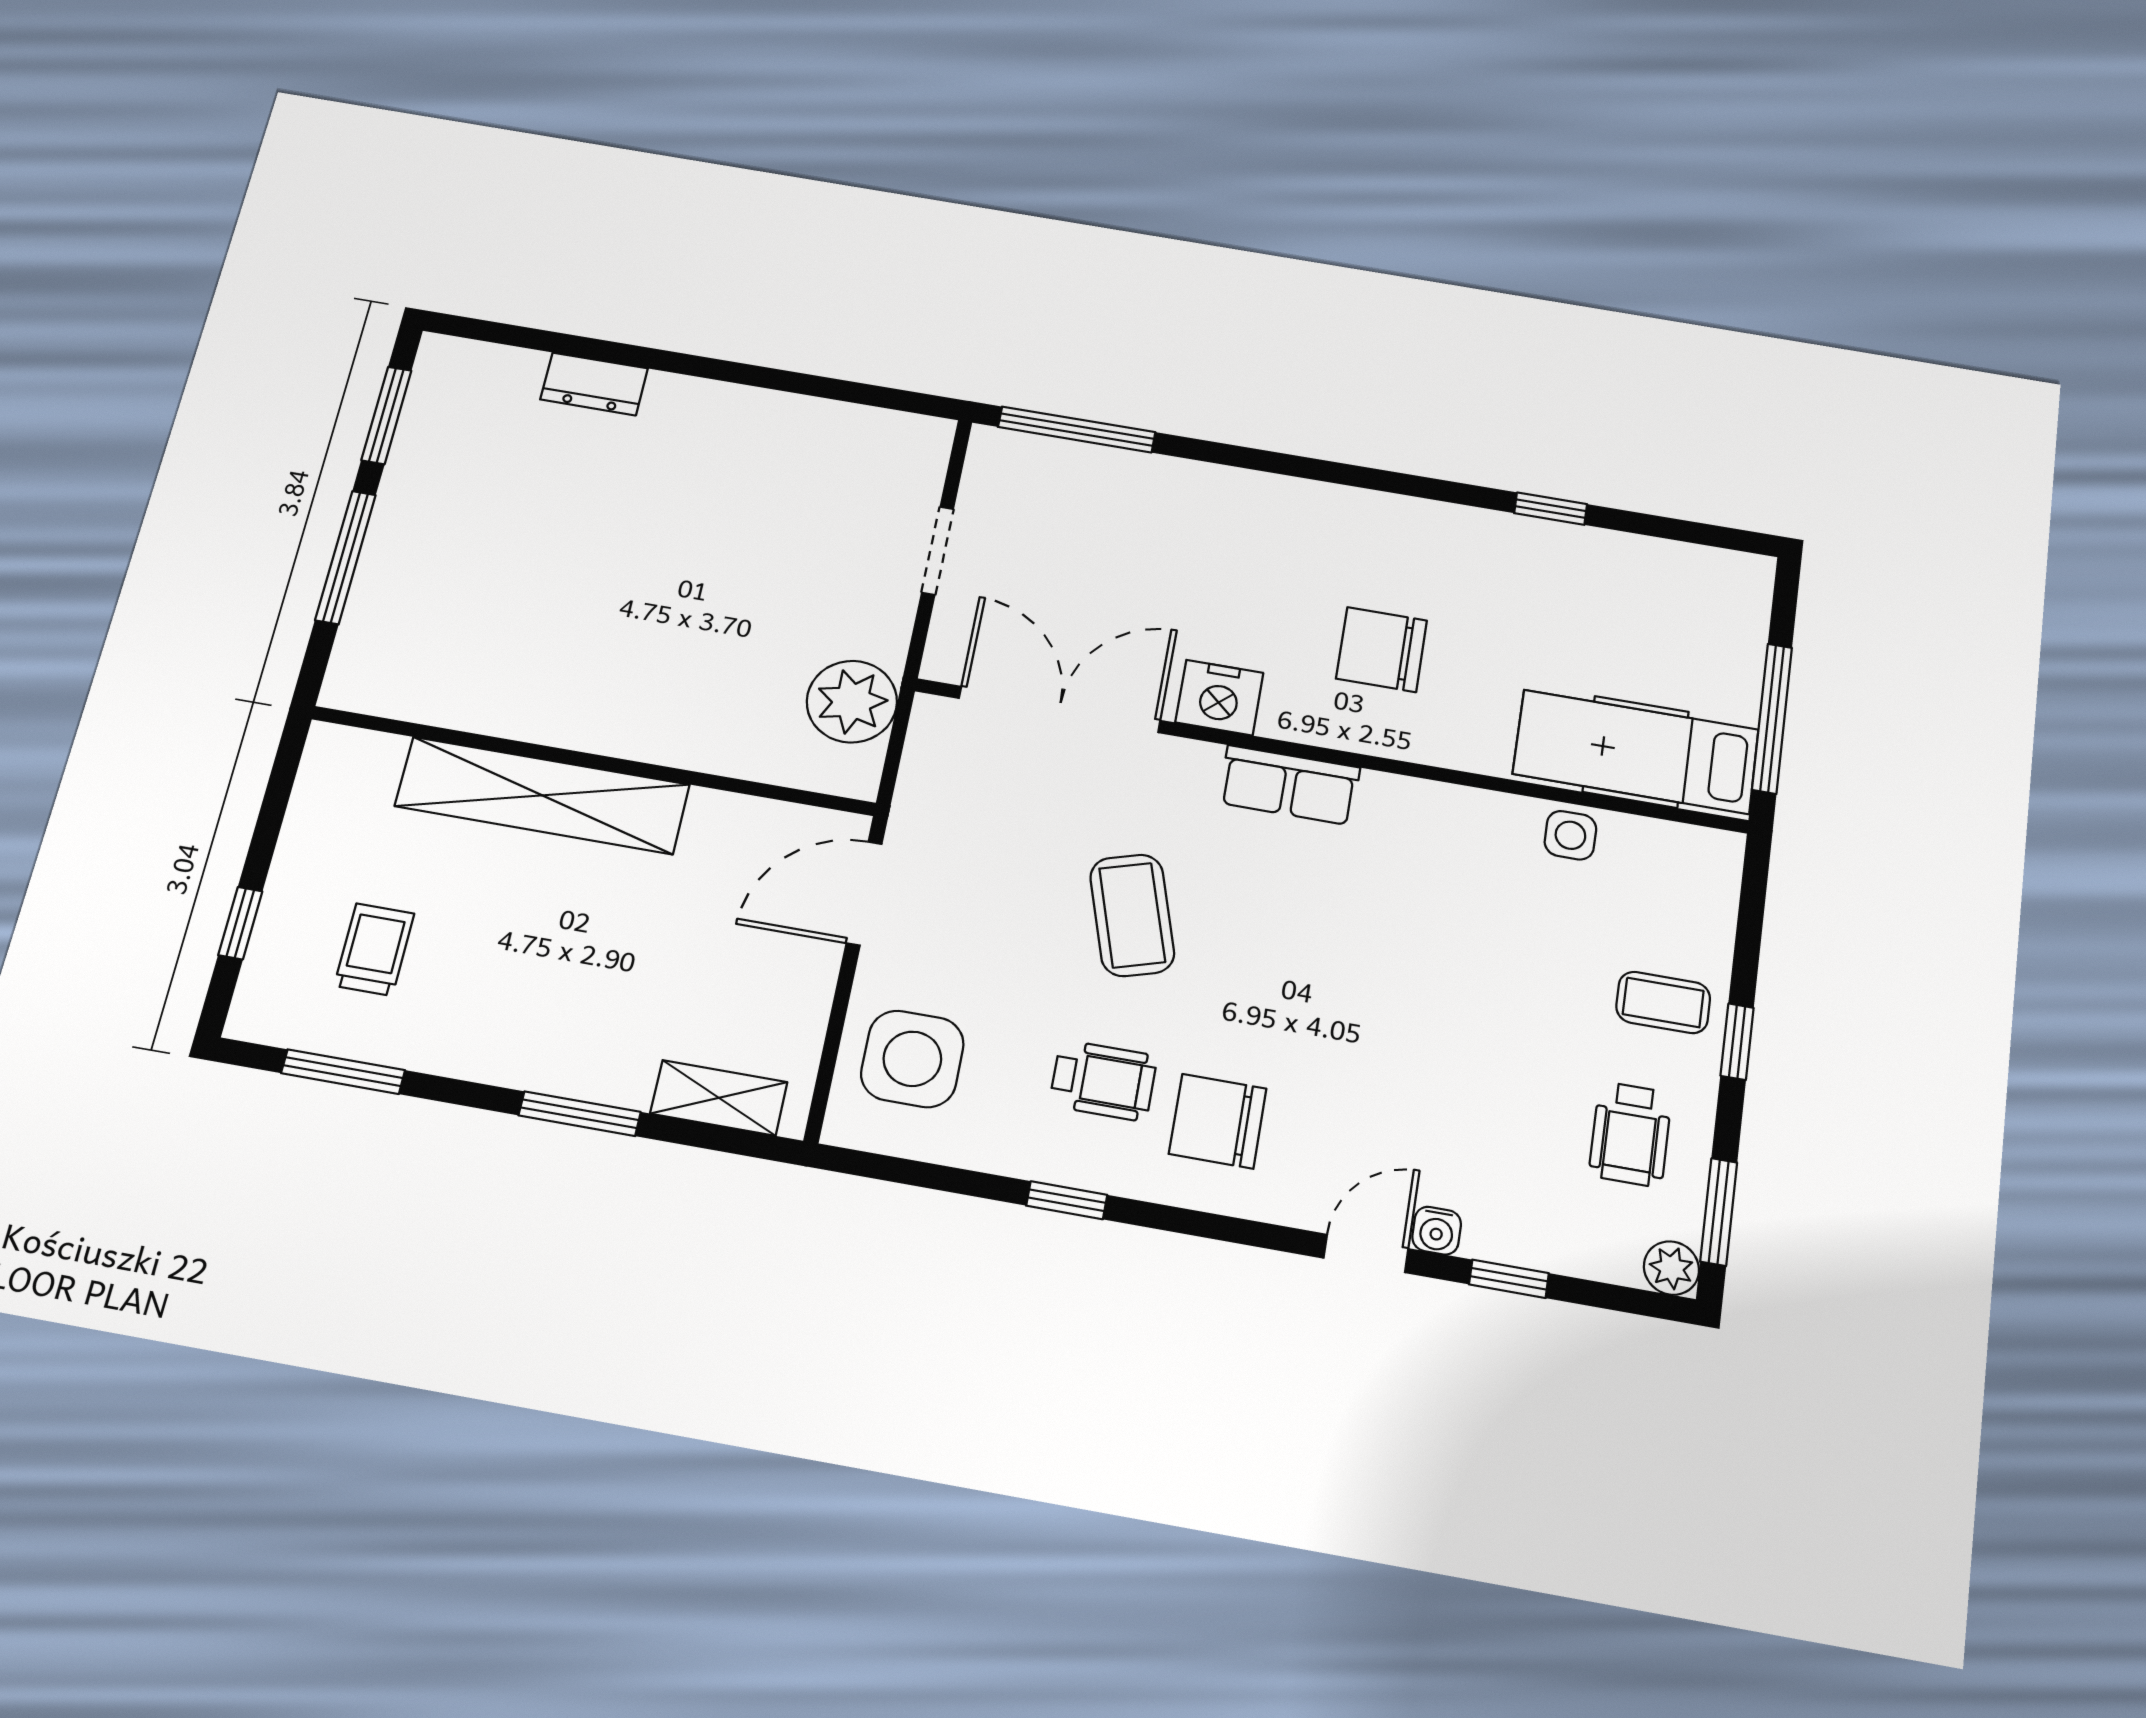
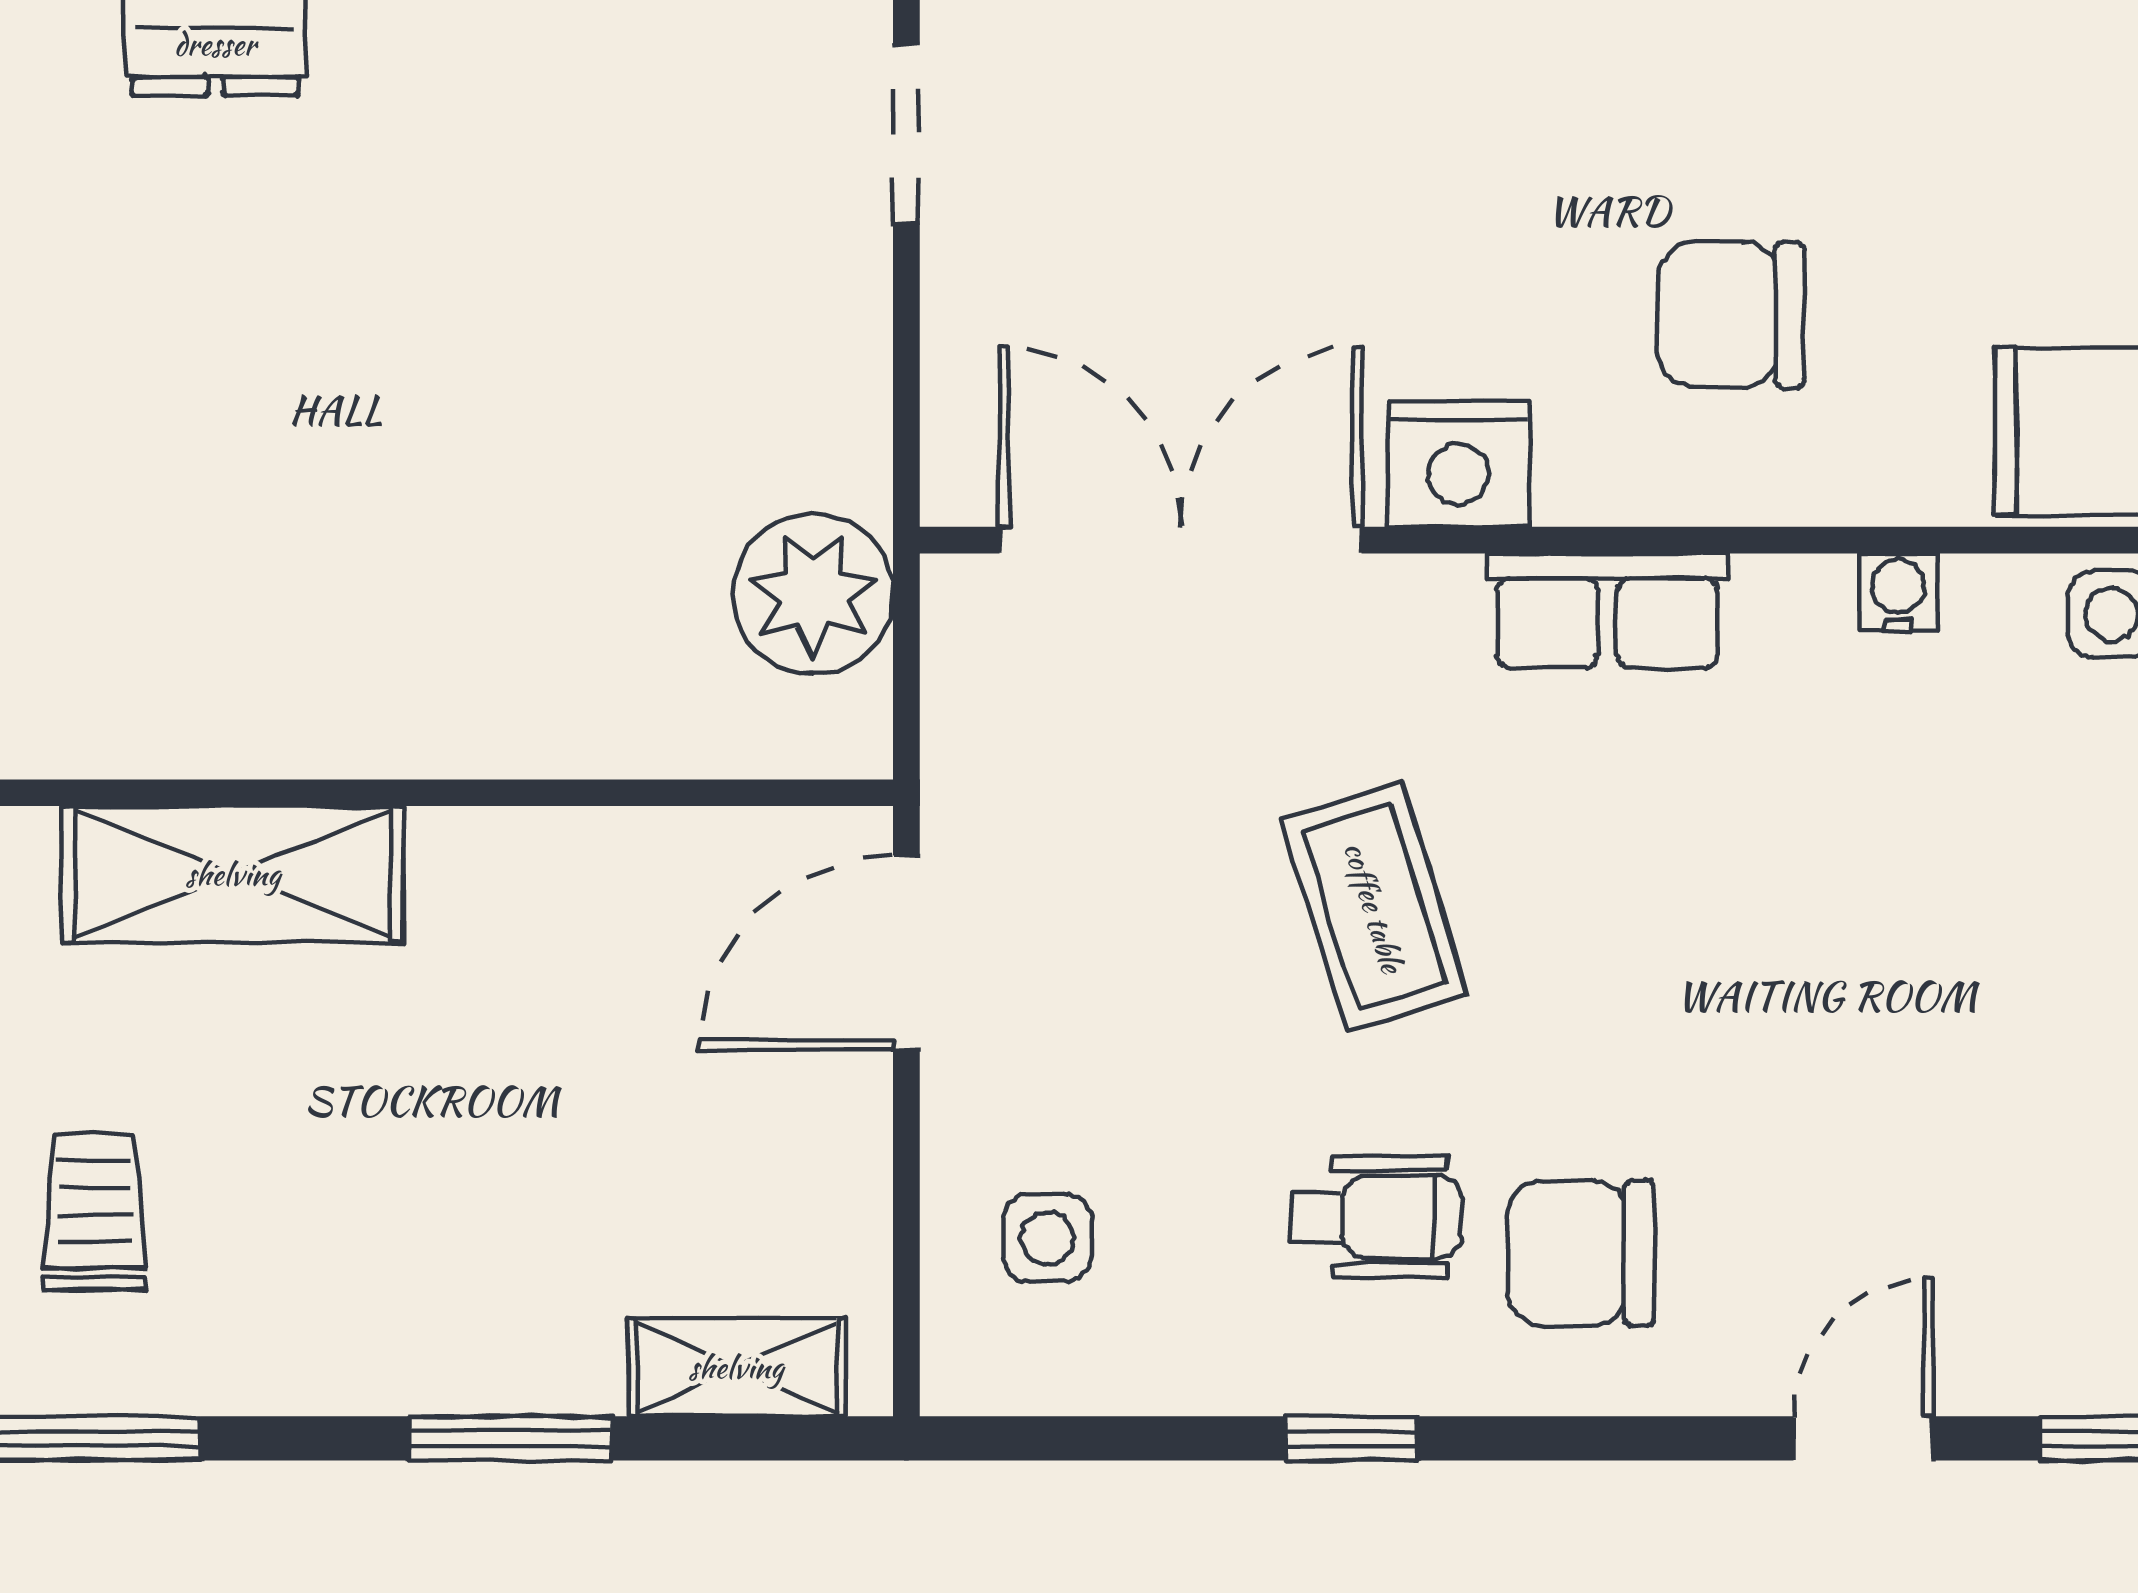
doorway: (938, 551) -> (906, 134), moved
shelving: (542, 795) -> (233, 874), width x0.68
side table: (912, 1059) -> (1047, 1238), width x0.54, depth x0.54
water cooler: (1437, 1231) -> (1898, 593), moved, turned 180

